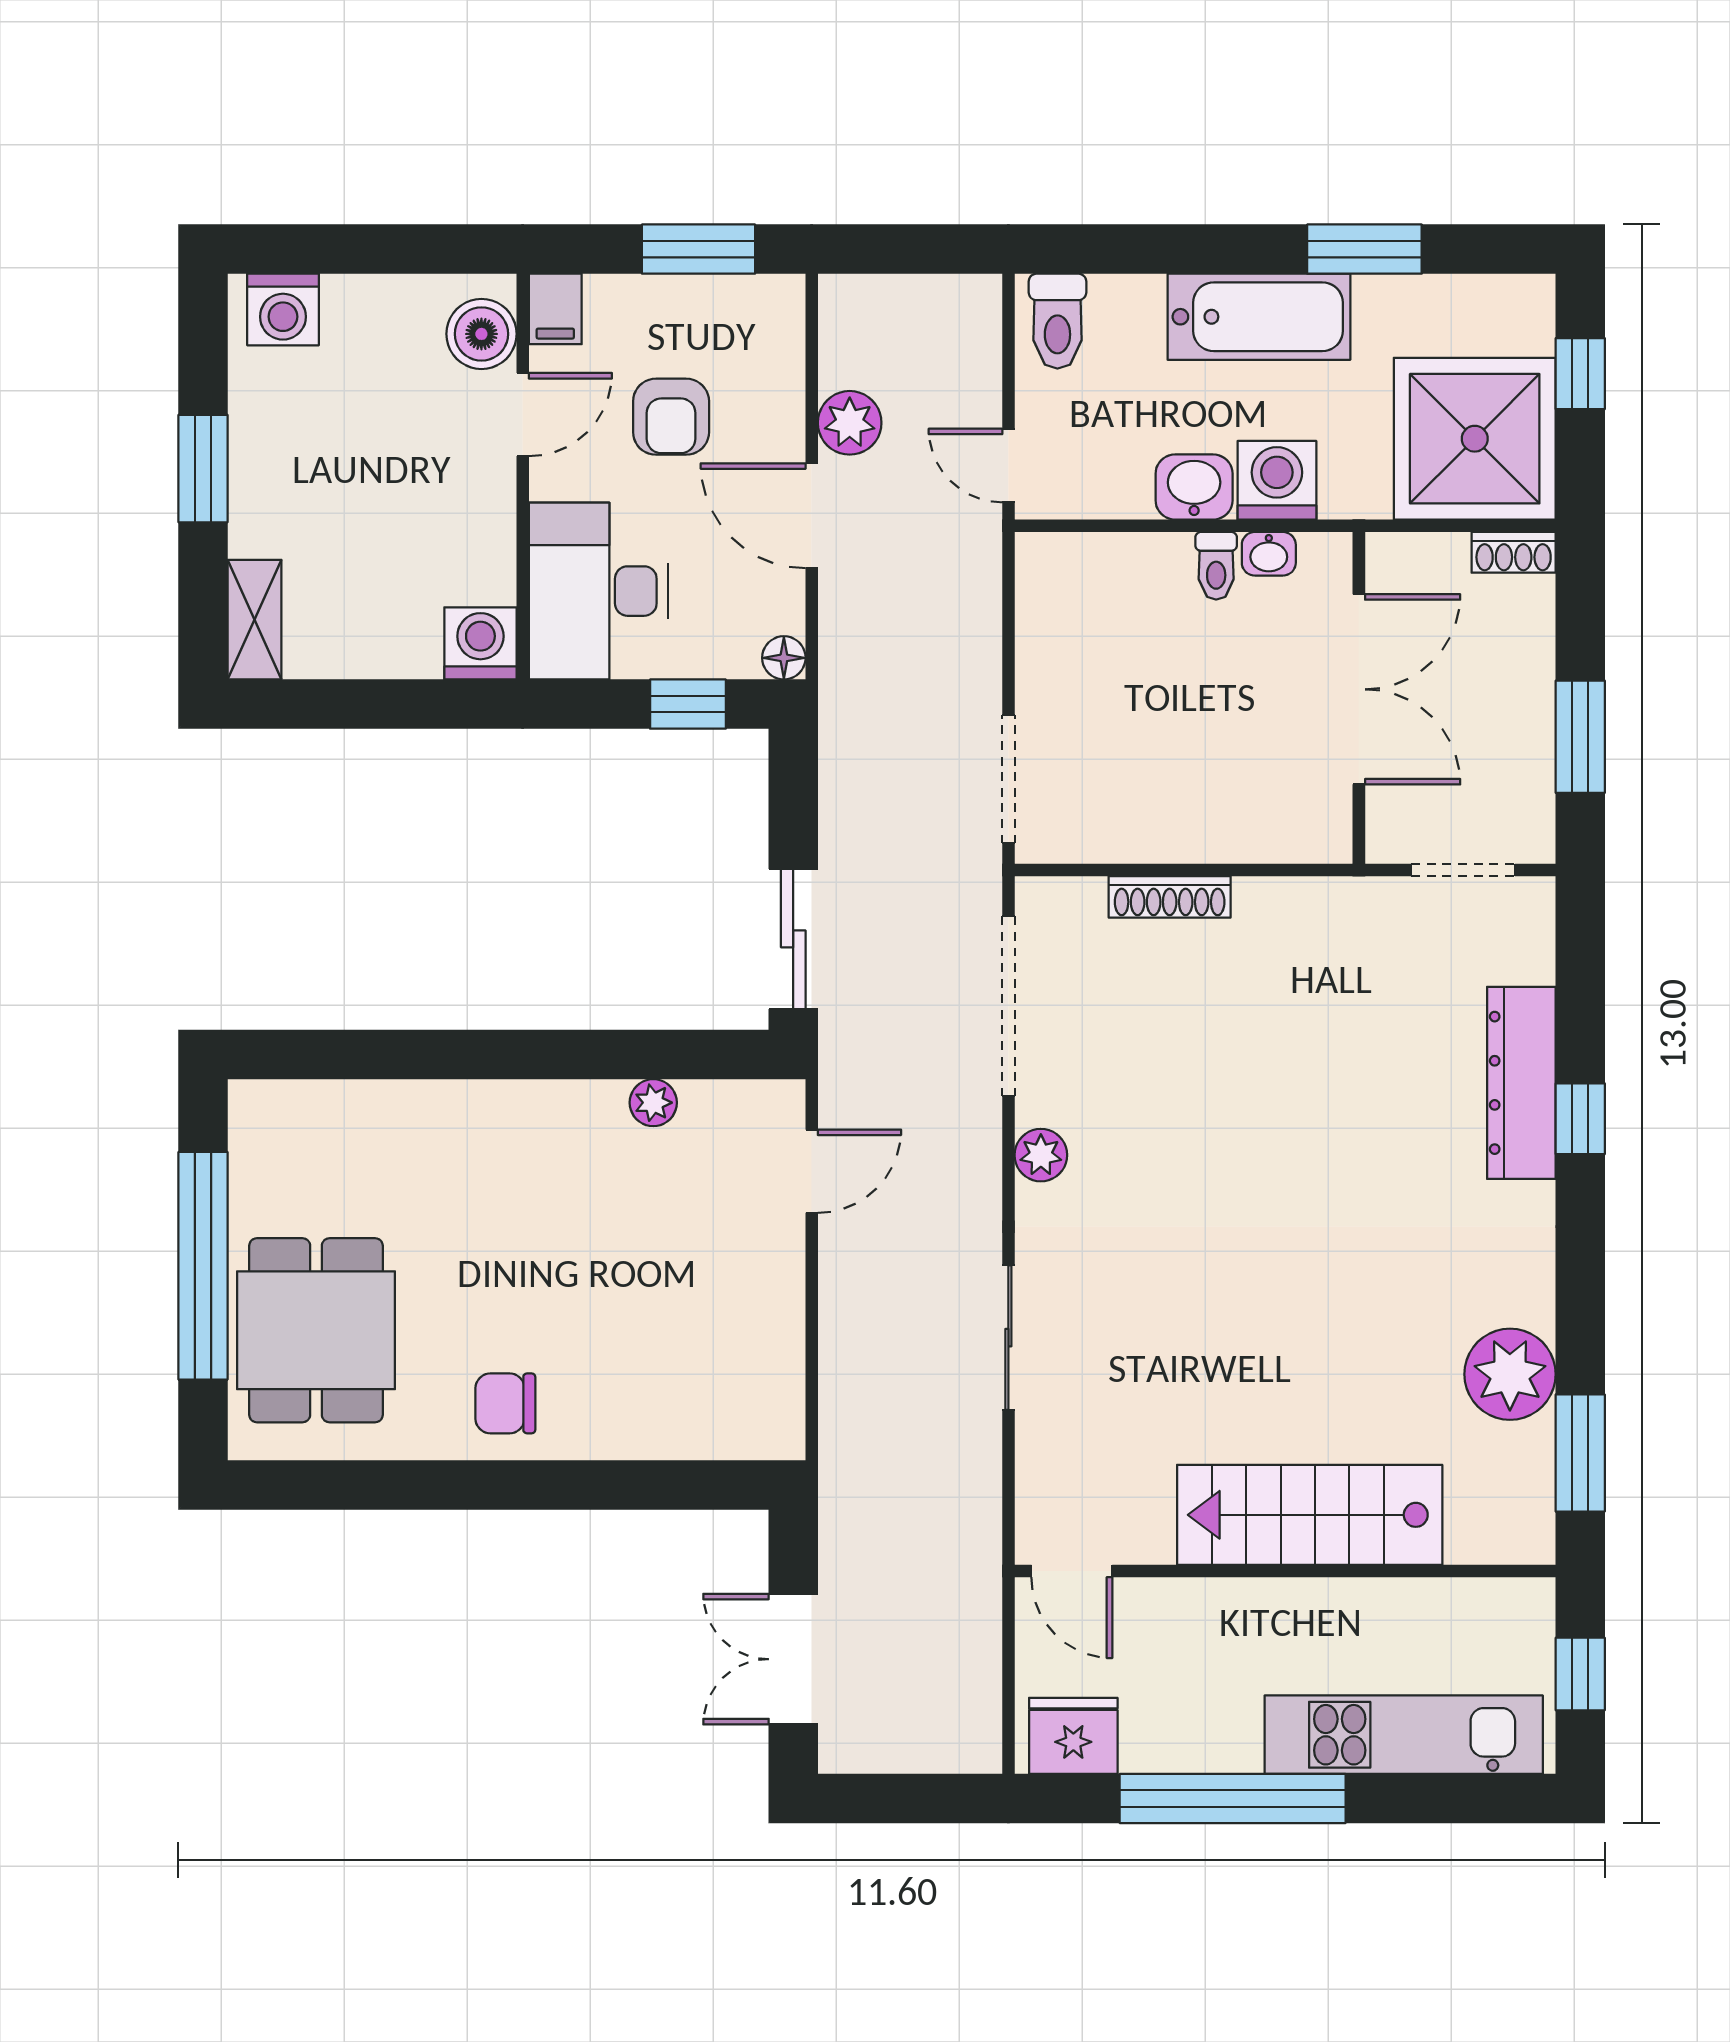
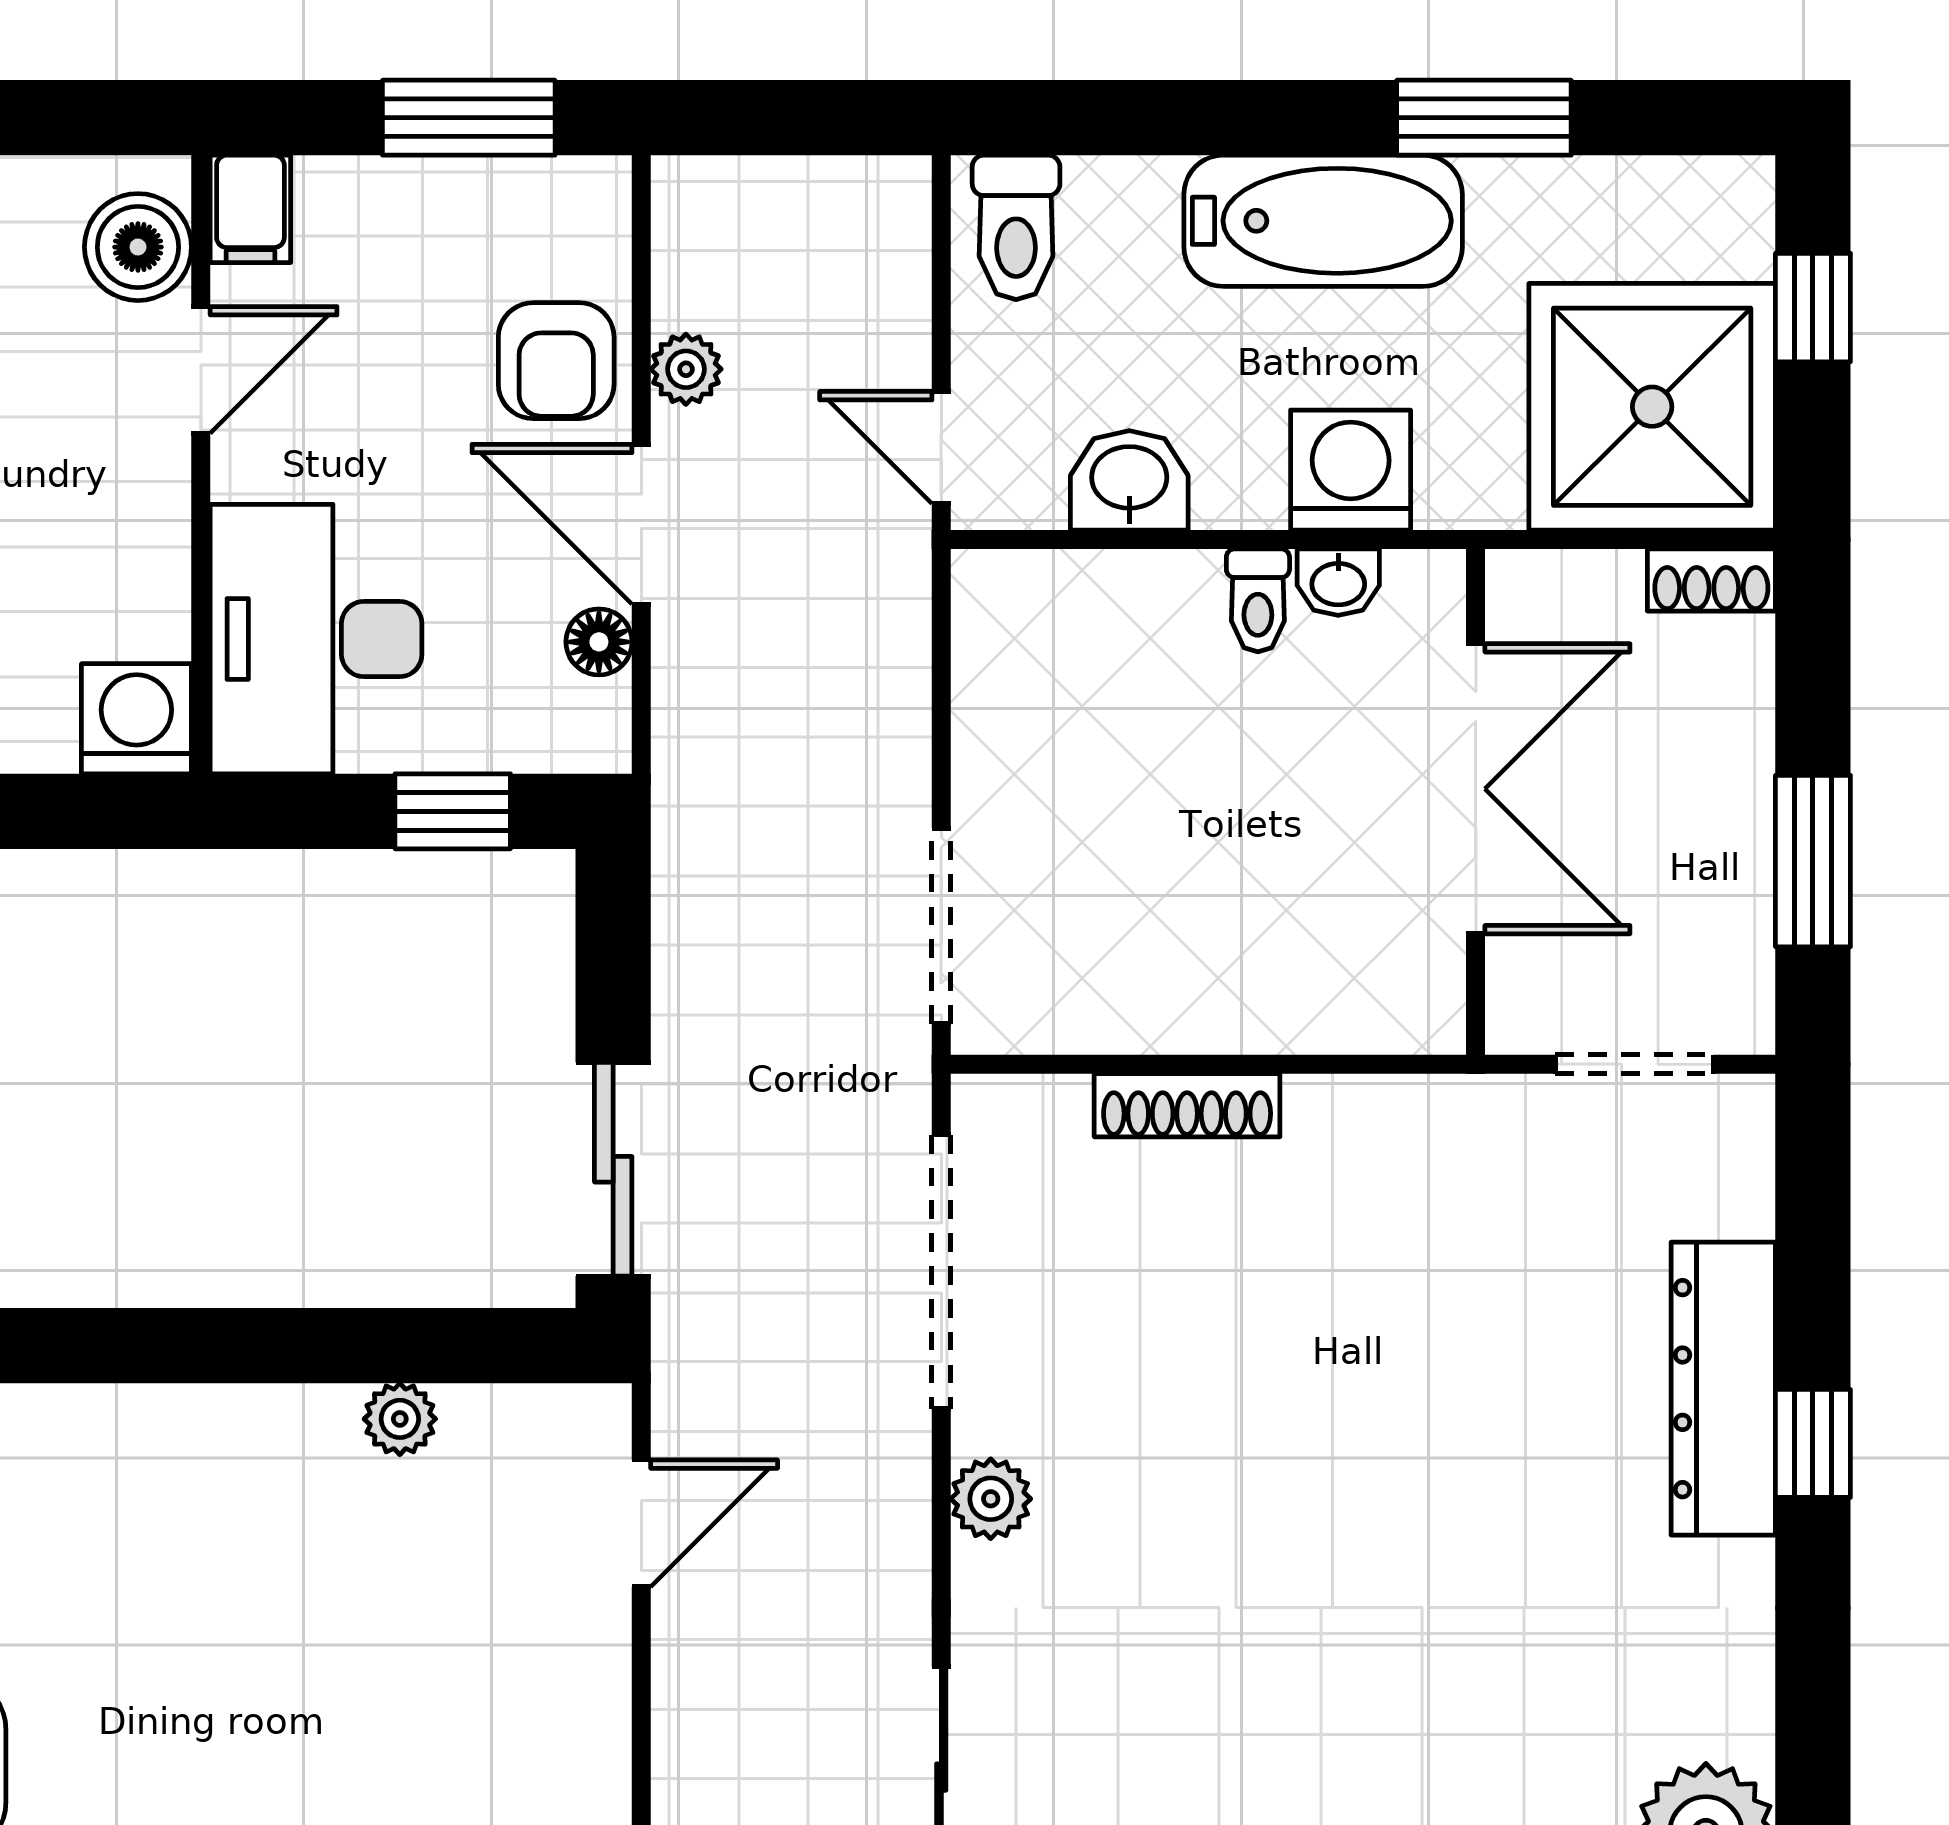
armchair: (671, 417) -> (556, 361), moved
plant: (850, 423) -> (686, 369), width x0.73, depth x0.73
washbasin: (1194, 487) -> (1129, 480), moved
floor lamp: (784, 658) -> (599, 642), moved

